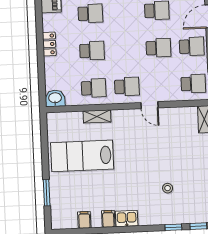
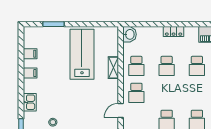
kitchen sink: (127, 219) -> (30, 102), moved

